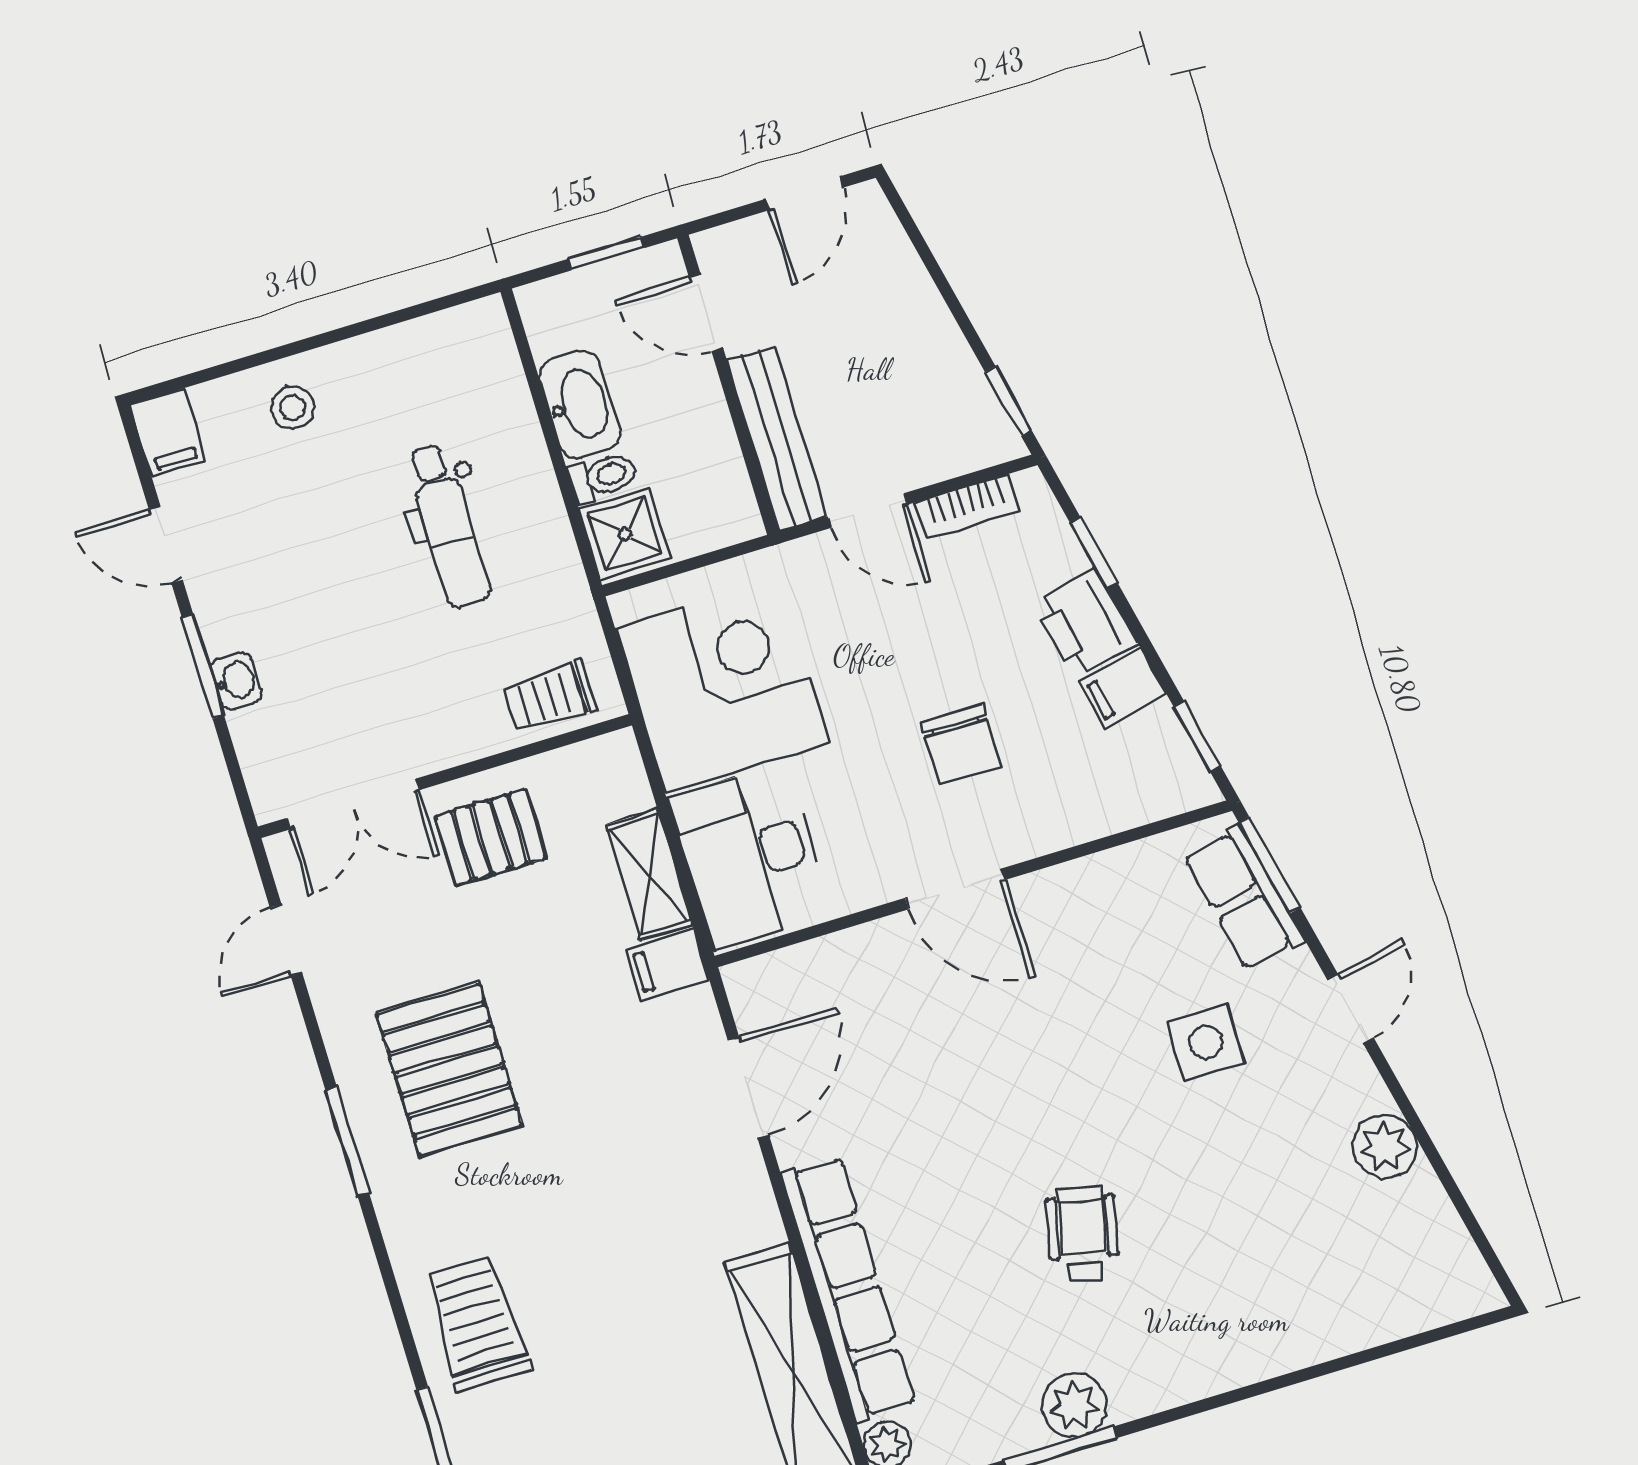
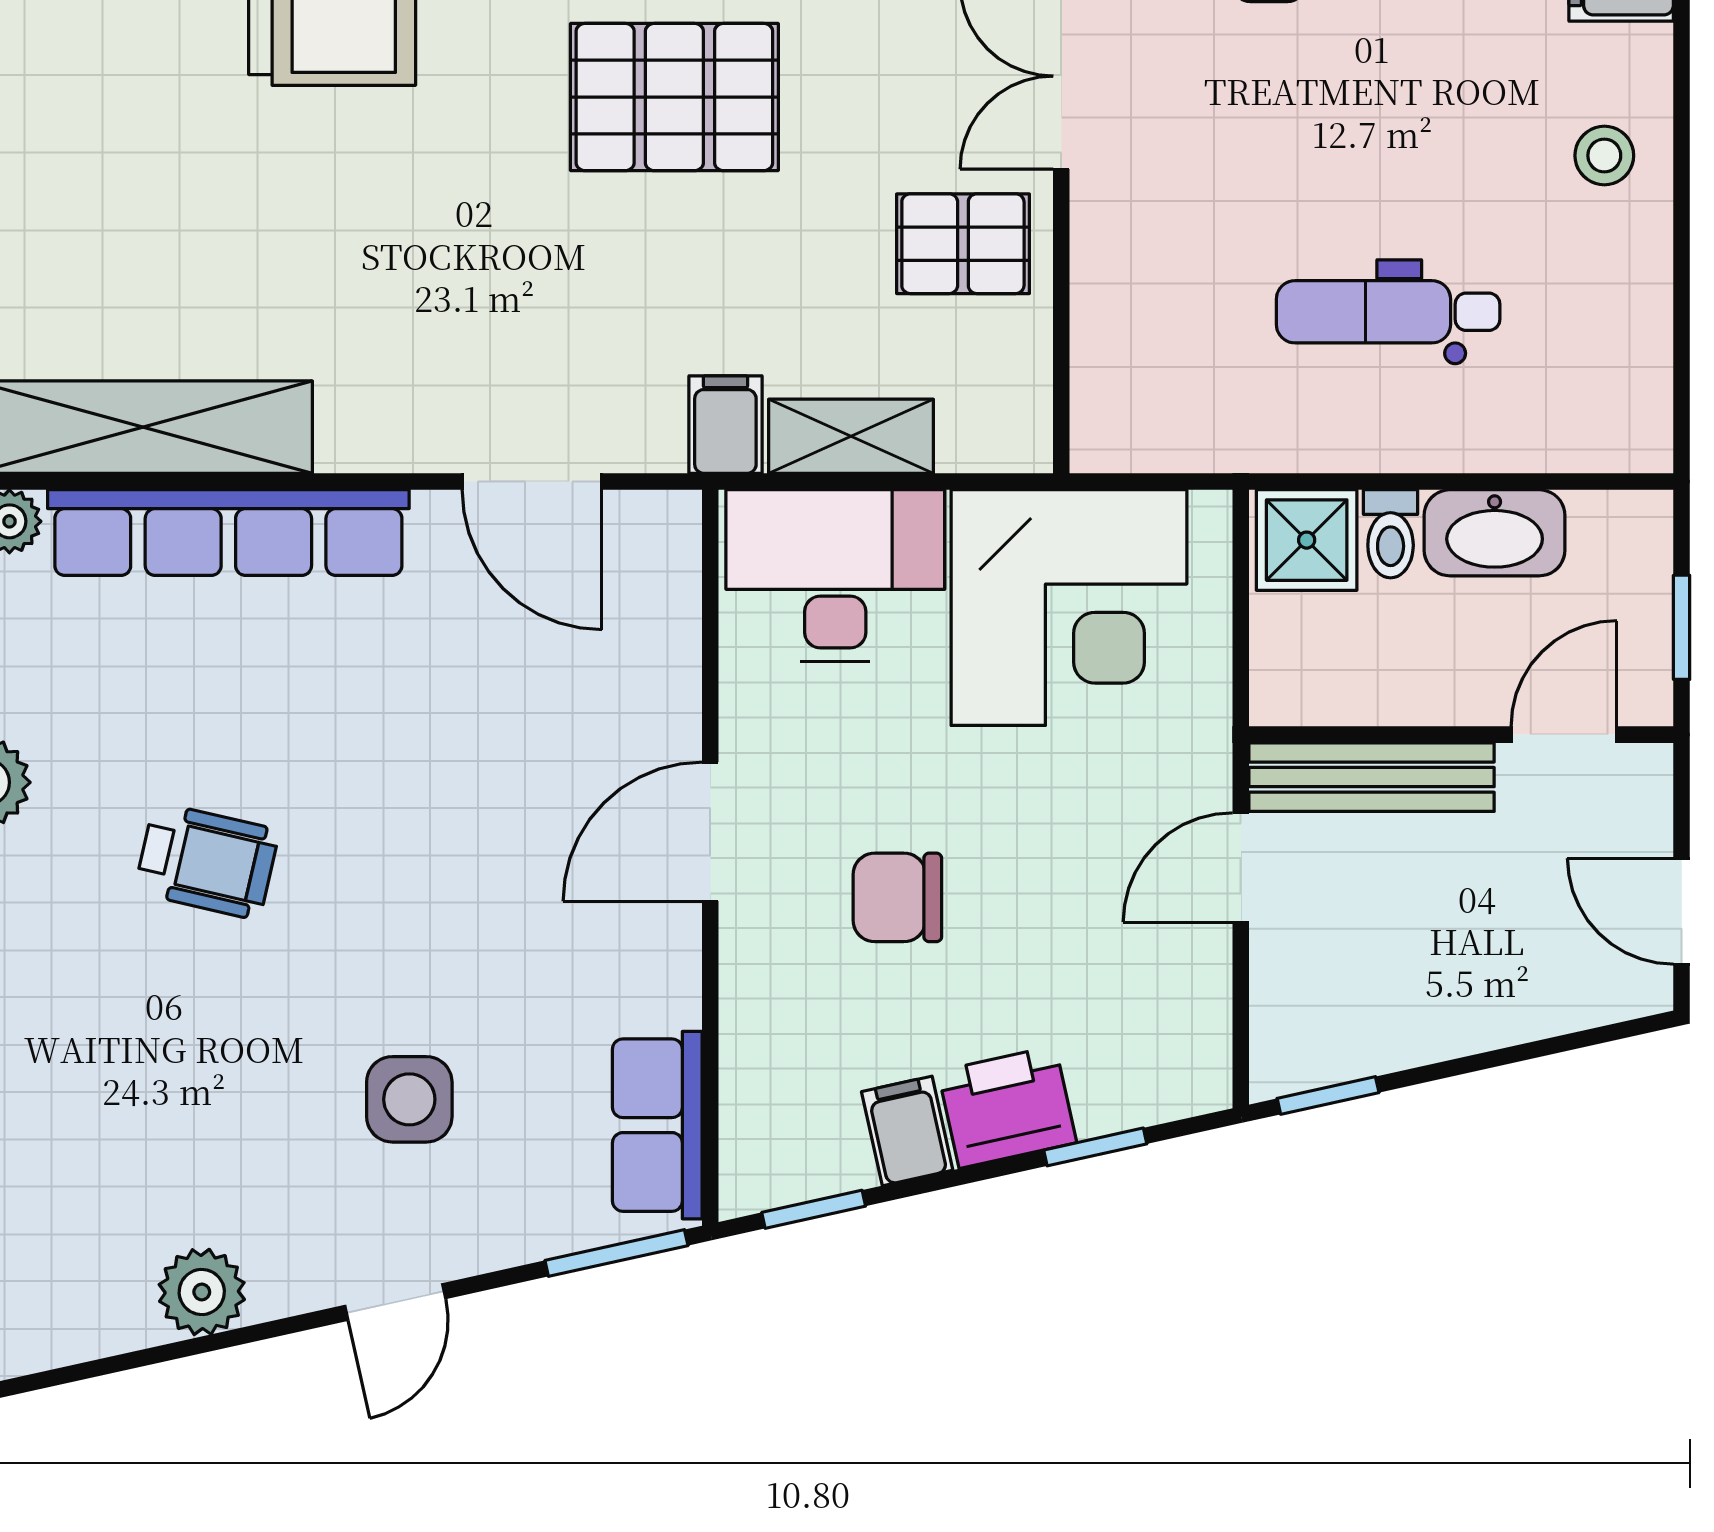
bookcase: (967, 507) -> (1206, 999), removed
trolley: (550, 697) -> (1123, 377), removed
pallet: (491, 837) -> (963, 244), turned 90
row of seats: (1244, 898) -> (657, 1125), moved, turned -78
door: (1351, 1009) -> (395, 1302), hinge flipped

